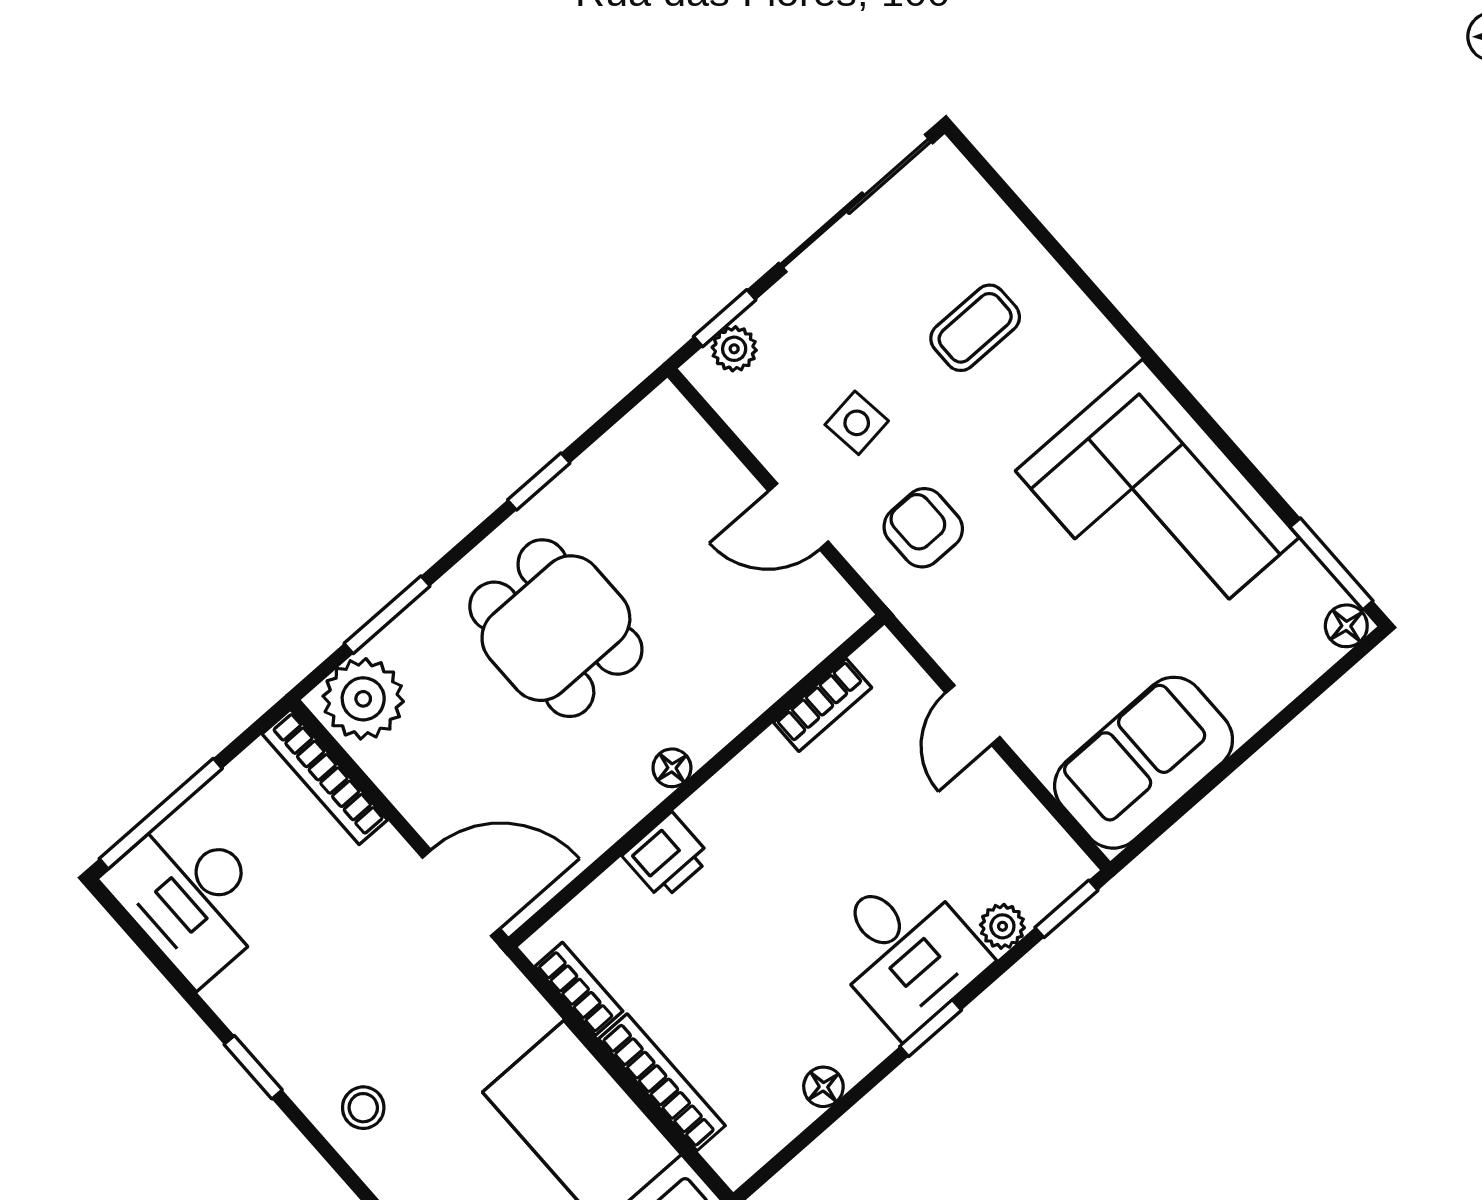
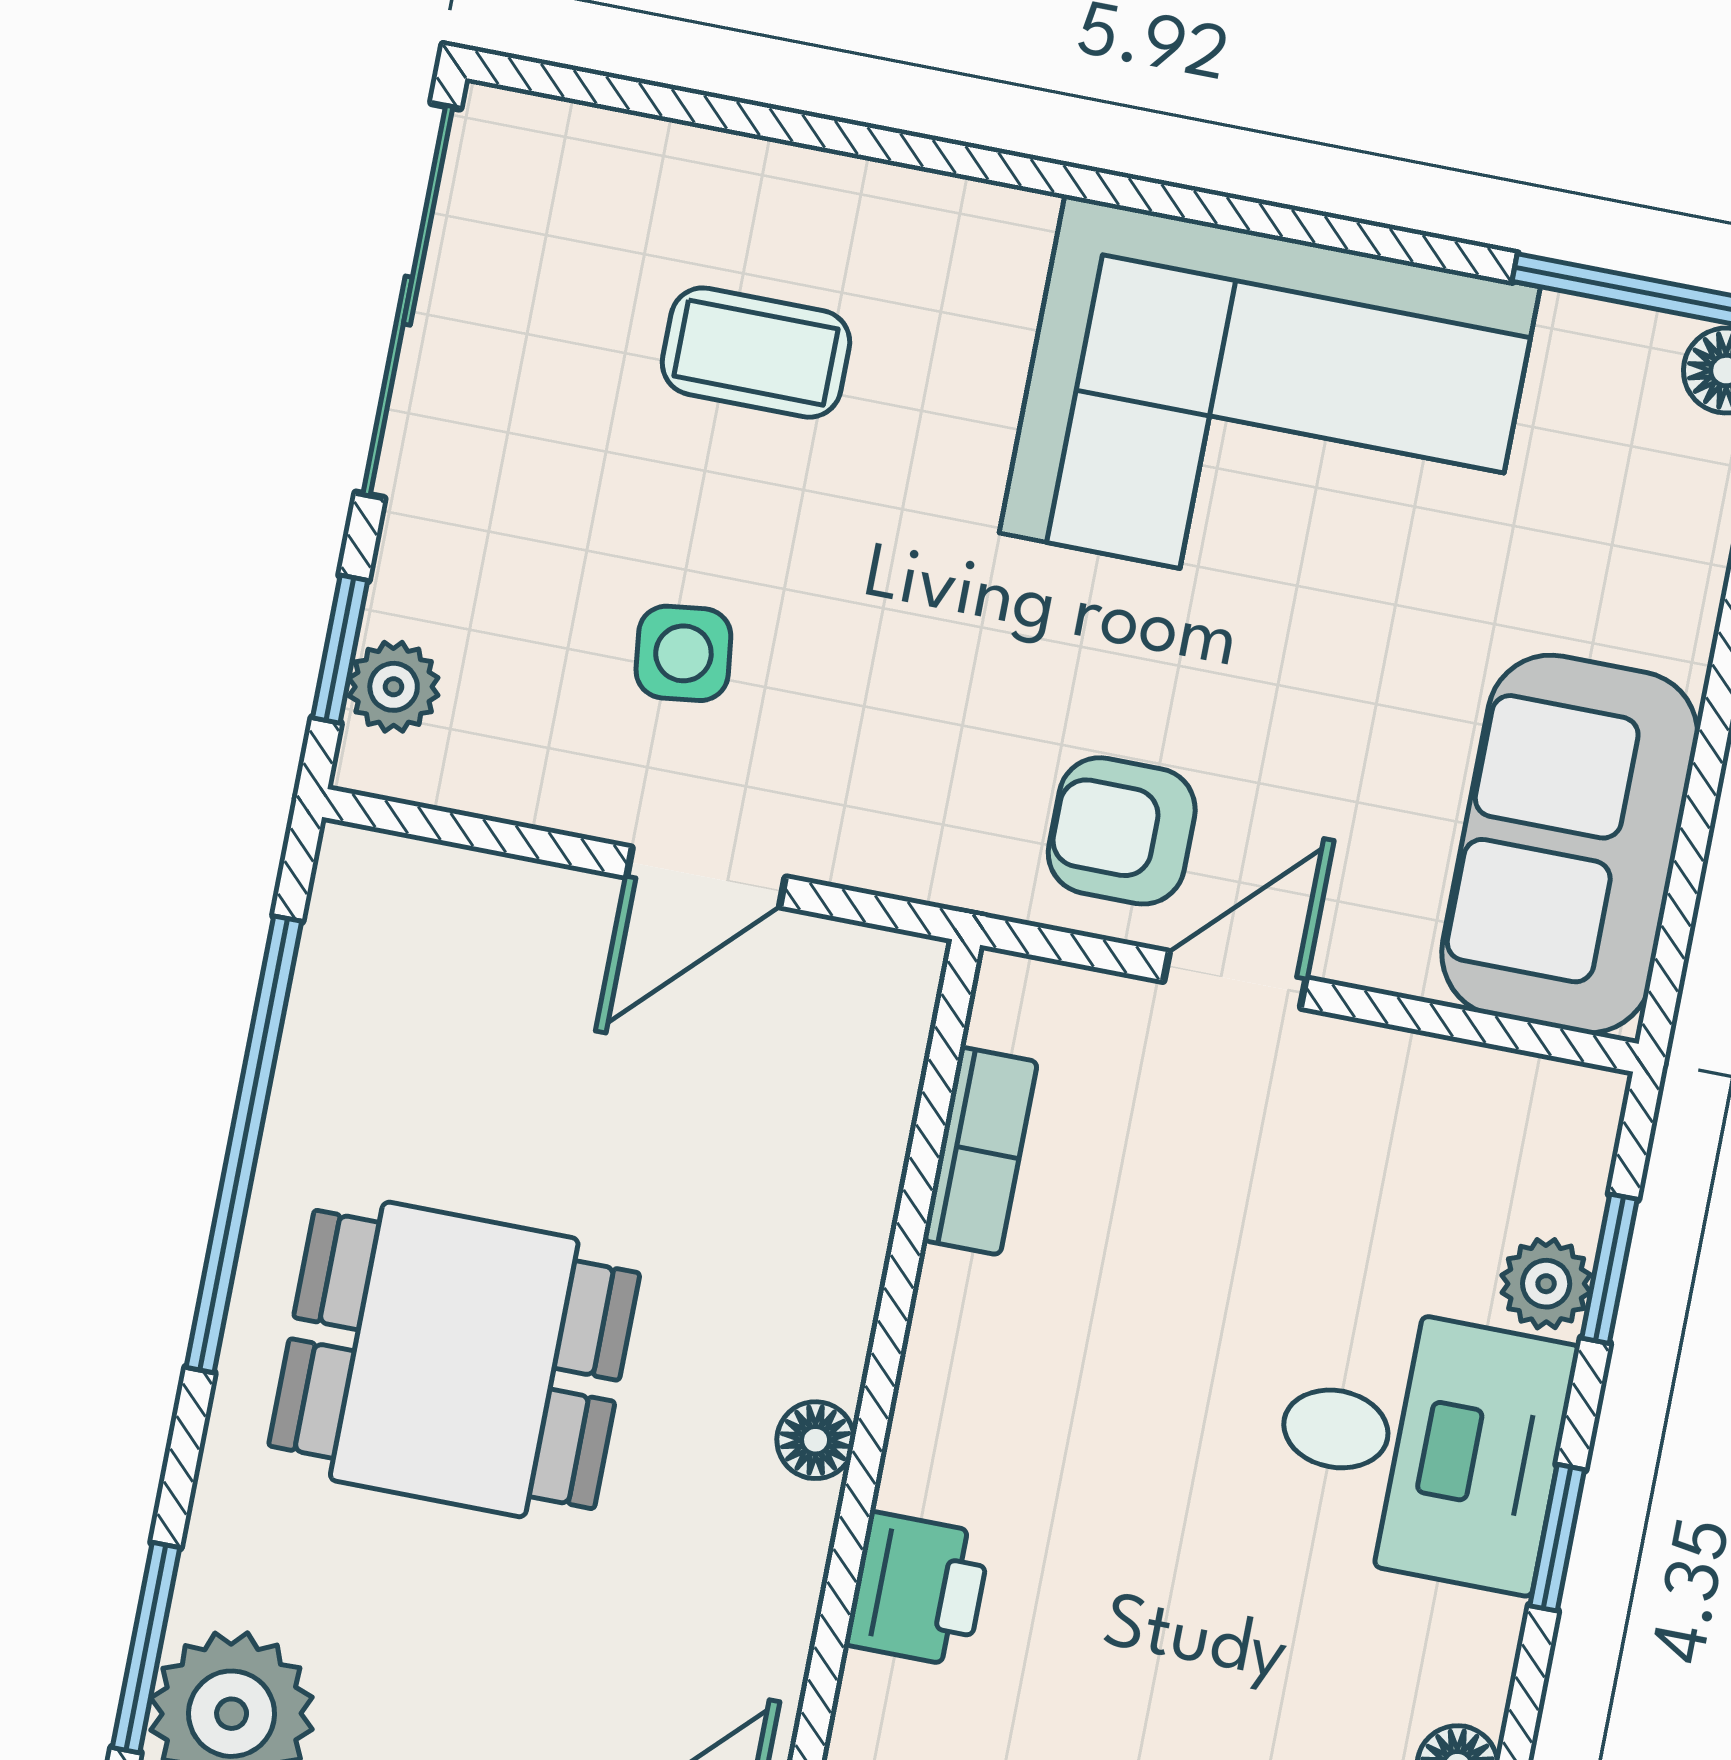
coffee table: (975, 328) -> (756, 353), turned 90
window: (539, 482) -> (244, 1144), width x3.17
armchair: (923, 528) -> (1122, 831), moved
window: (387, 615) -> (146, 1648), moved
door: (973, 715) -> (1235, 980), swing flipped
window: (1066, 909) -> (1609, 1269), moved

